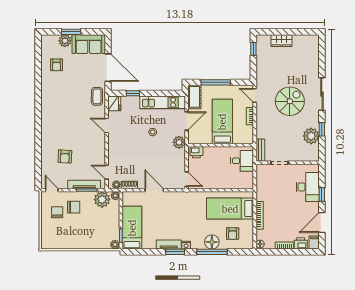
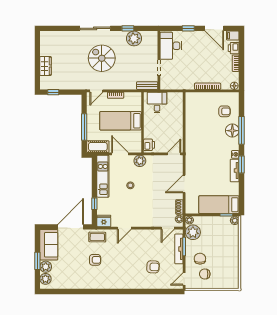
plant: (52, 41) -> (45, 279), added
armchair: (56, 65) -> (95, 260), moved
desk: (308, 187) -> (171, 46), moved, turned -90
bed: (230, 209) -> (201, 114), removed

